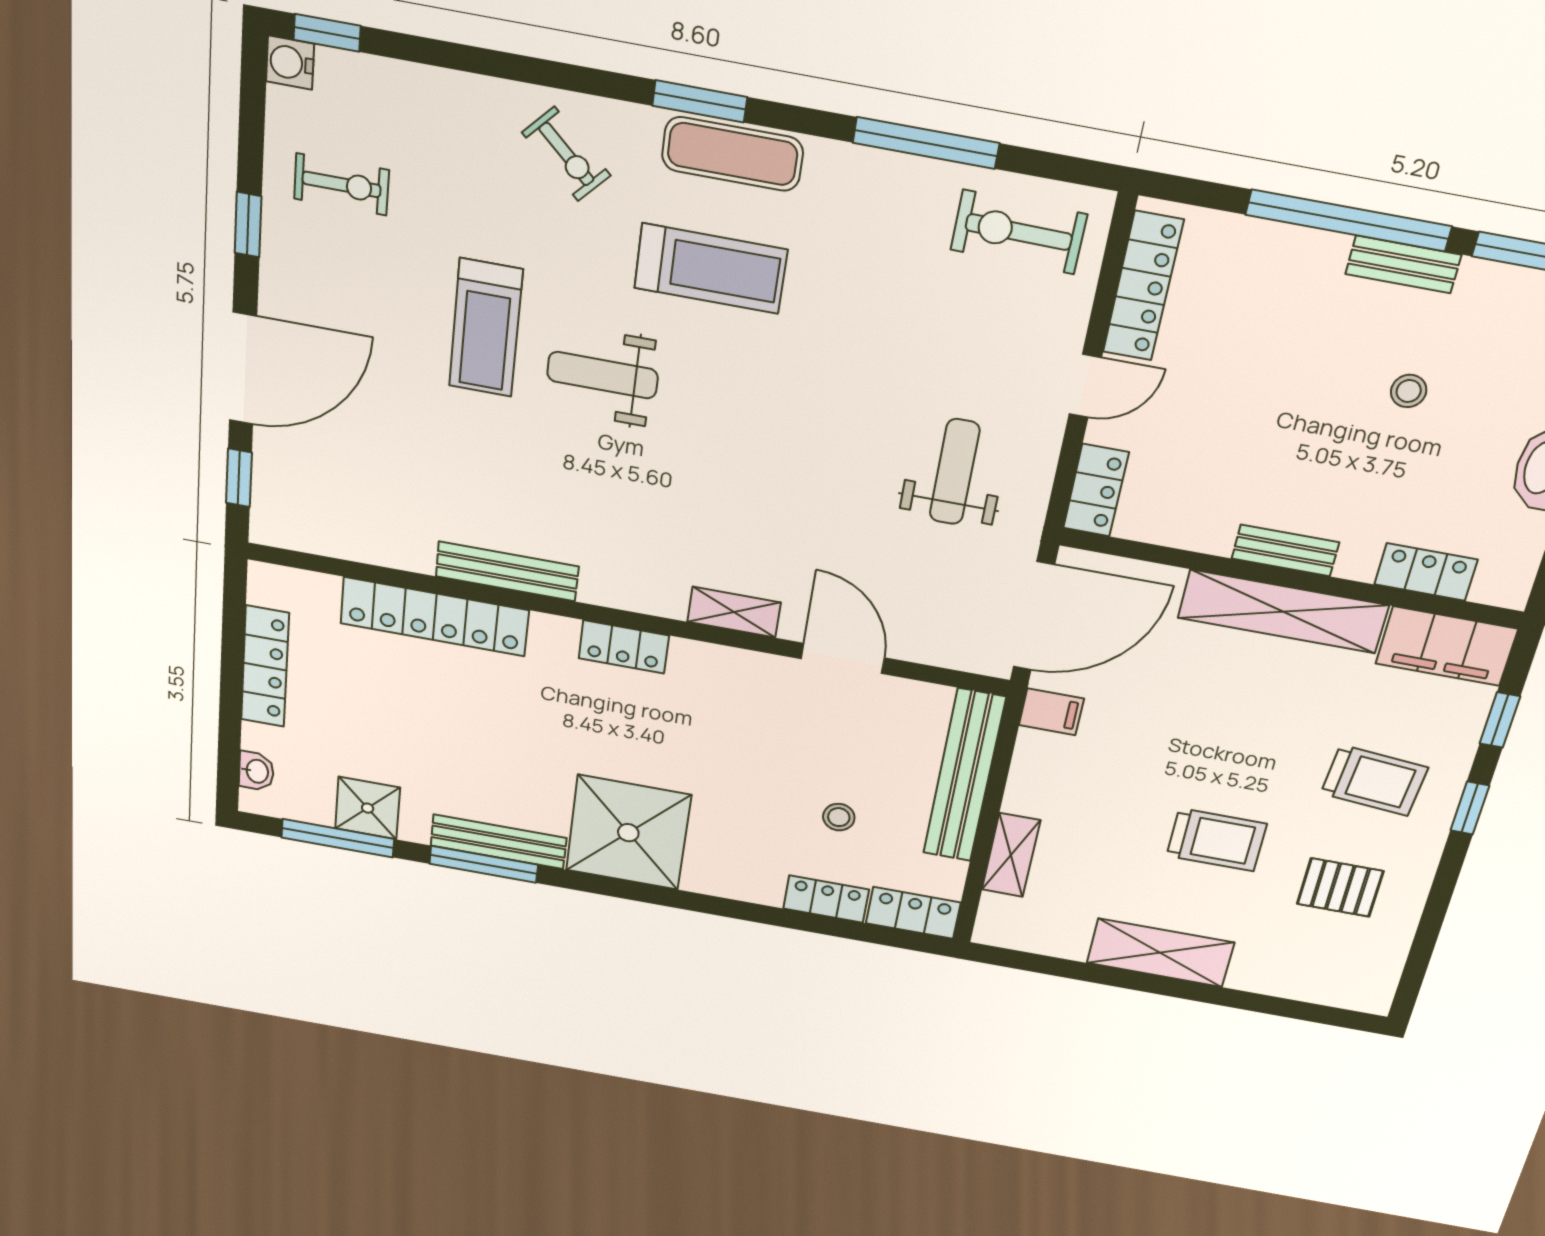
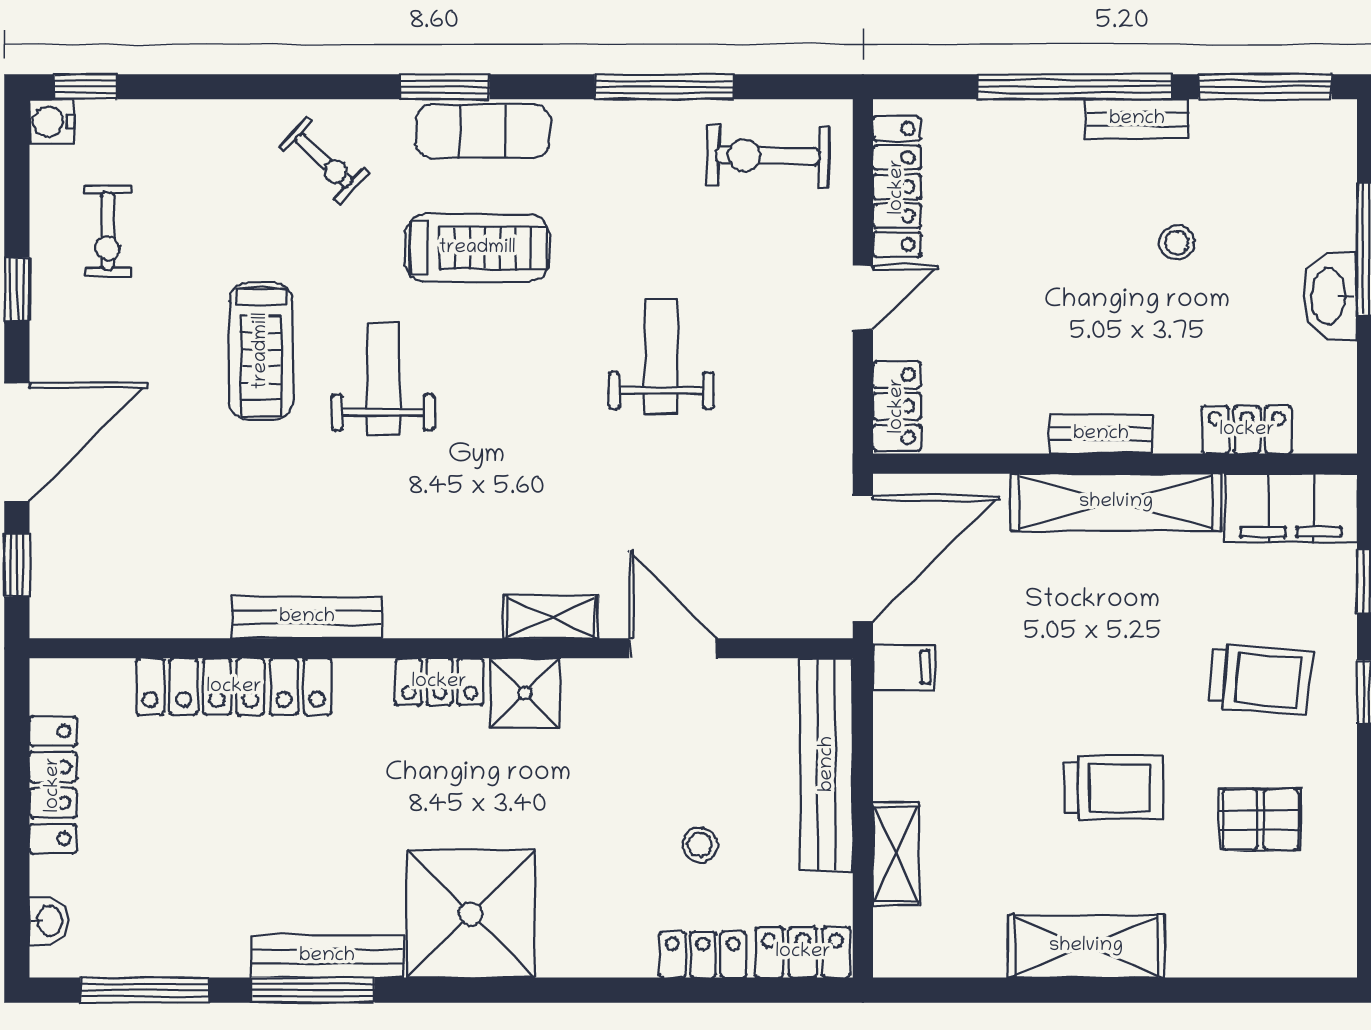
exercise bike: (342, 184) -> (107, 231), turned 90
weight bench: (602, 375) -> (383, 379), turned 90
weight bench: (955, 472) -> (661, 356), moved
shower: (368, 808) -> (525, 693), moved

